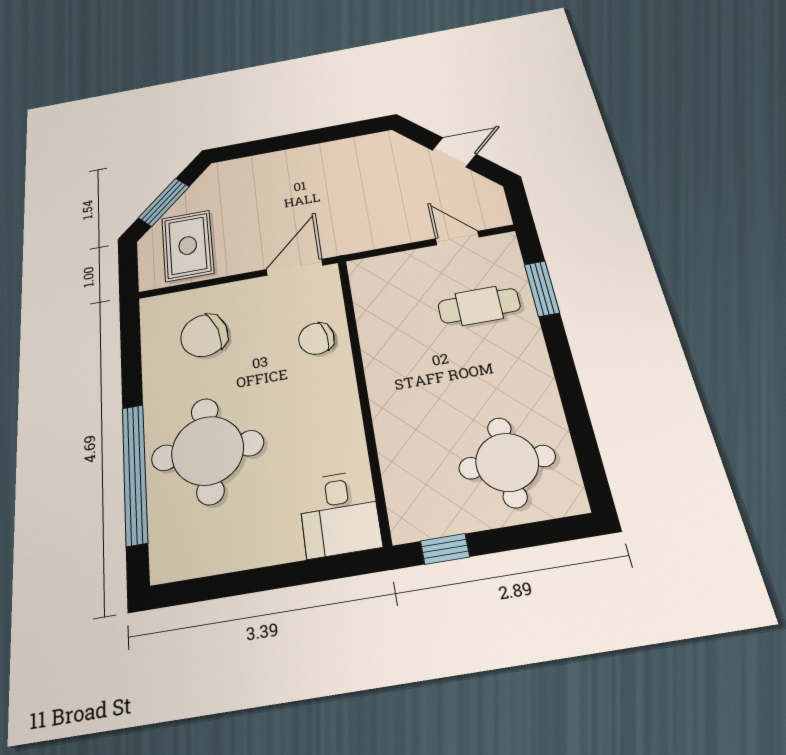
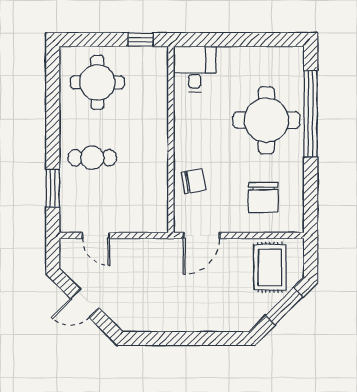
cafe table: (479, 306) -> (92, 158), moved
chair: (204, 336) -> (263, 197), turned 107

